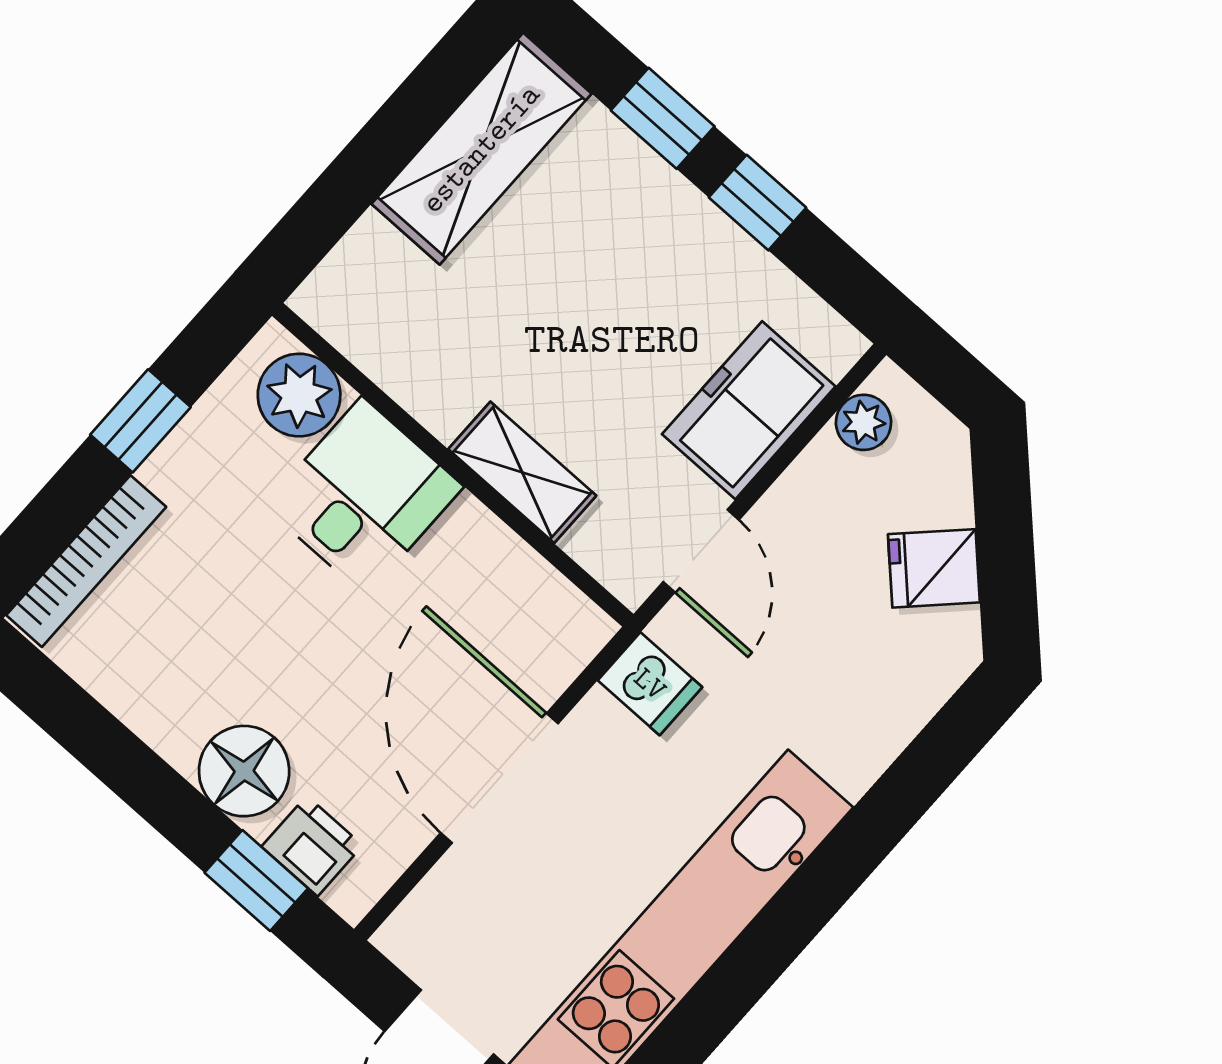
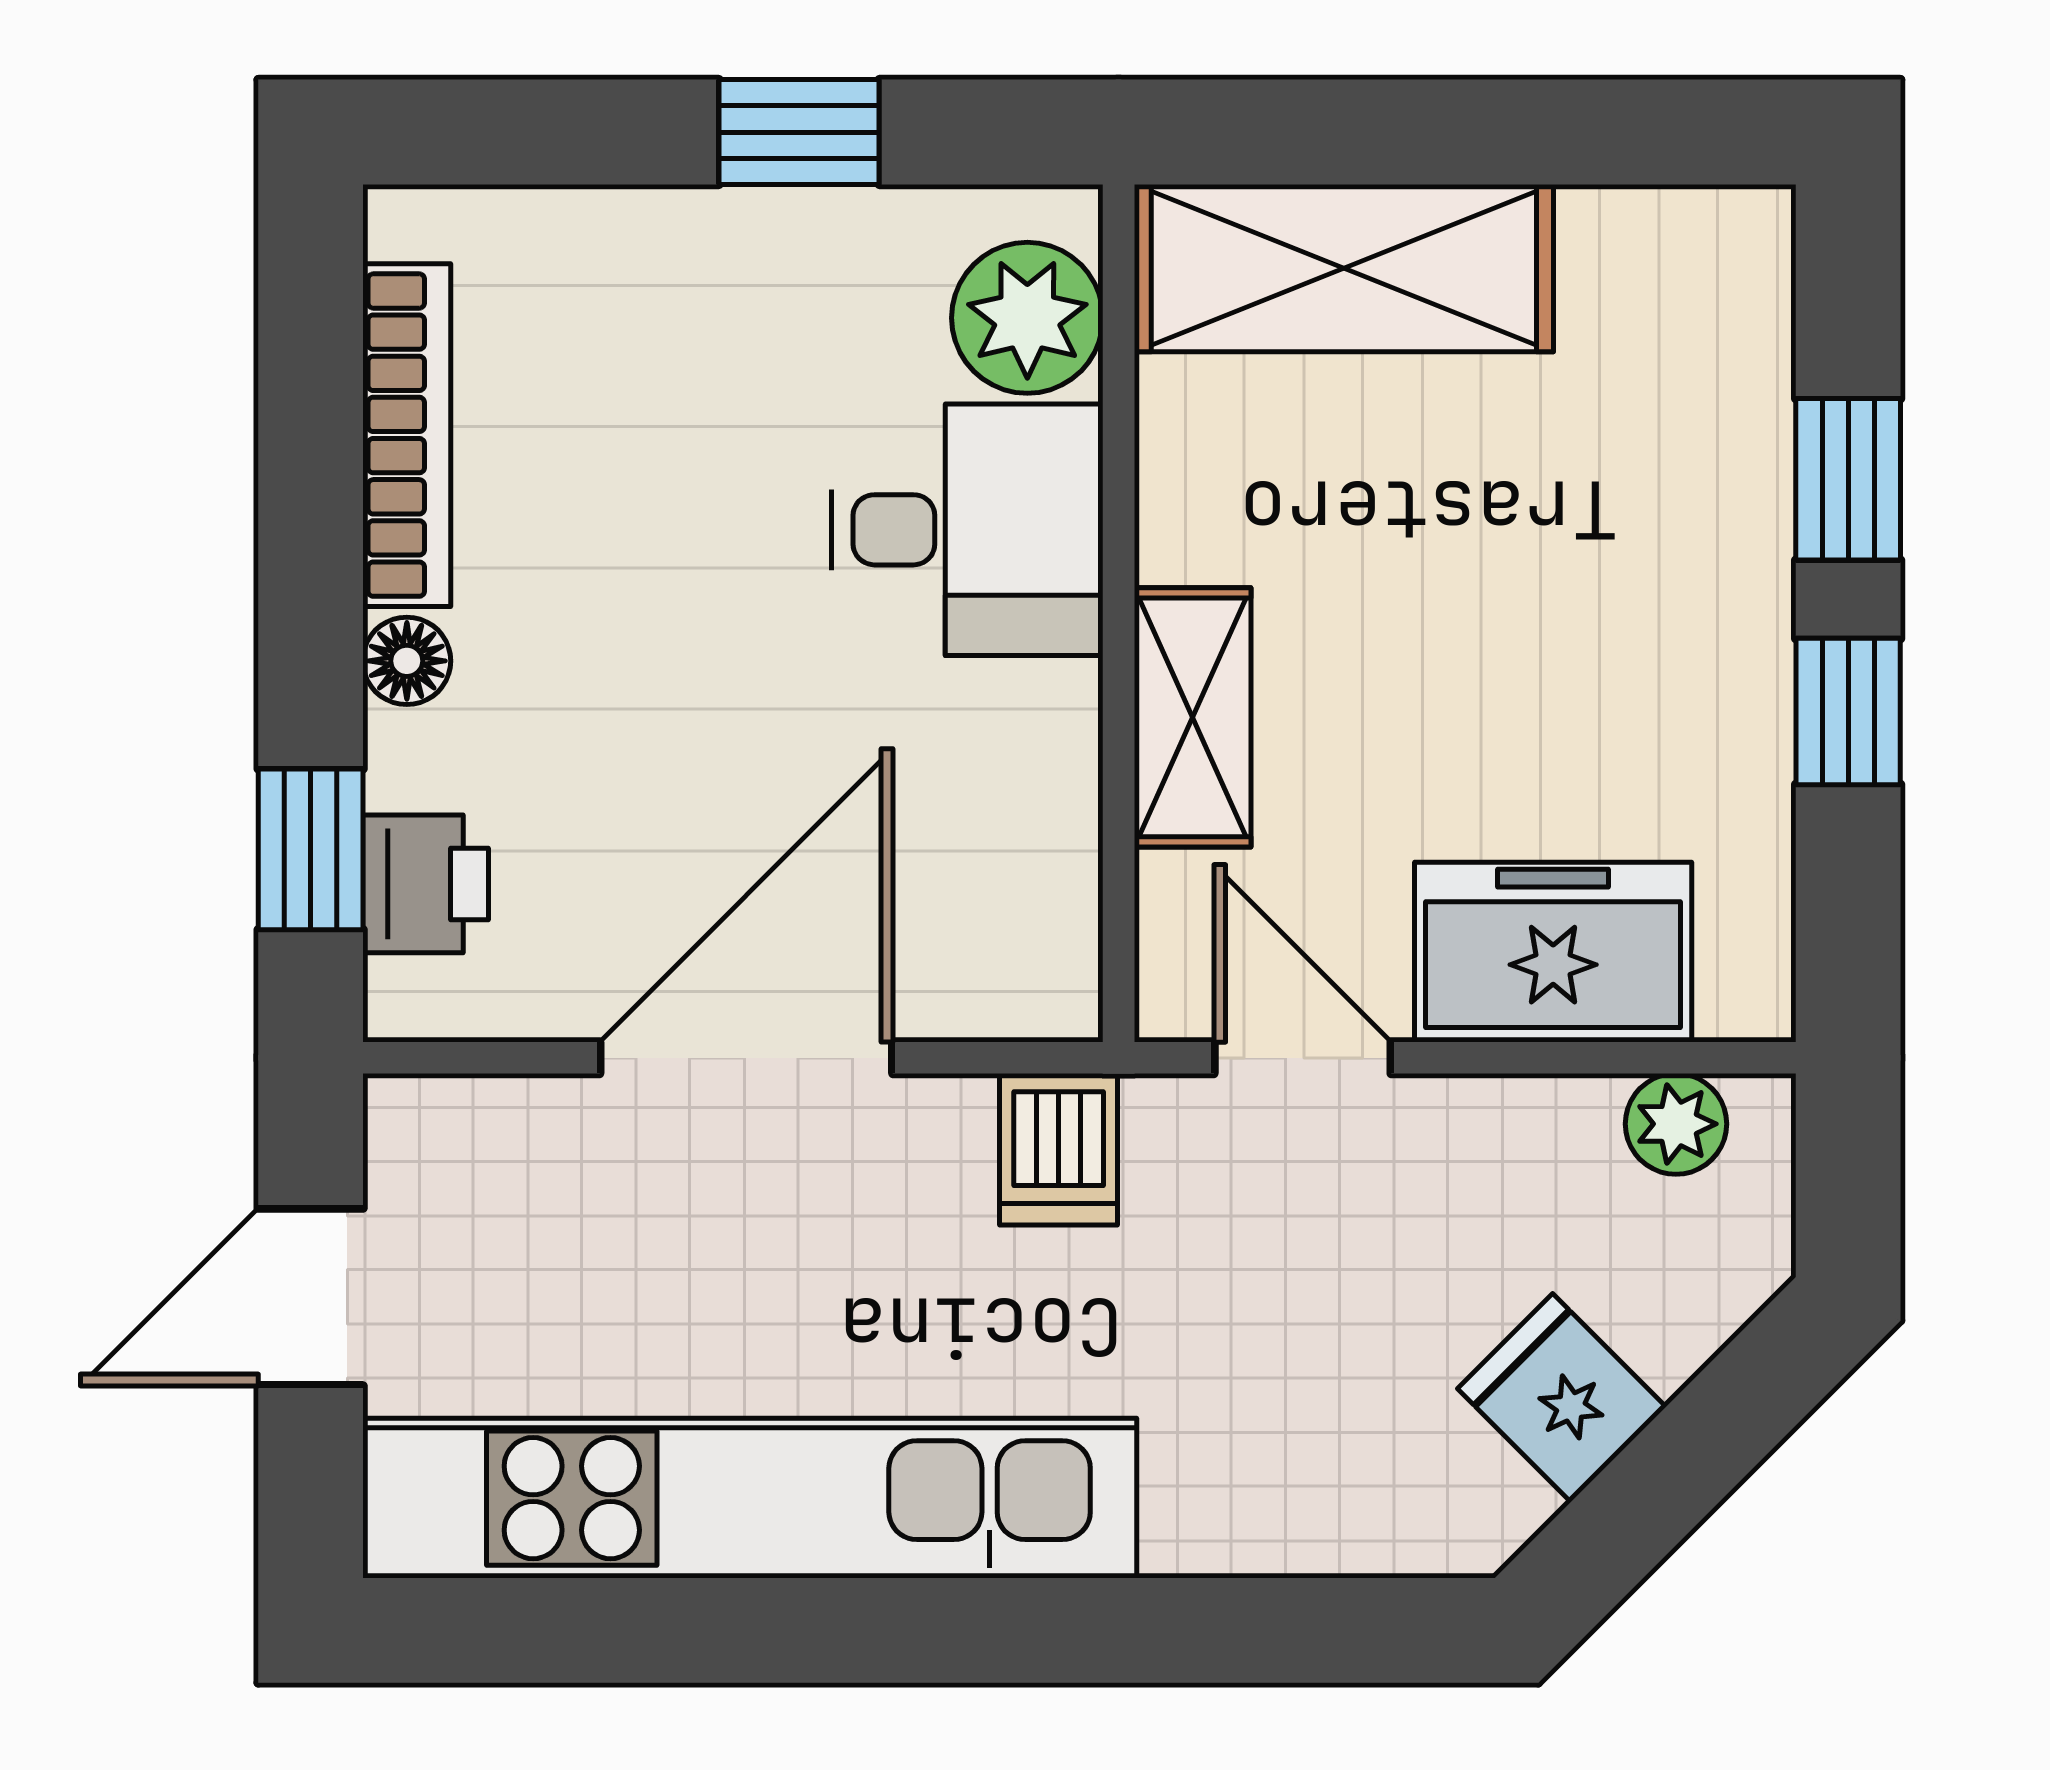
shelving: (481, 149) -> (1344, 268), moved
door: (701, 551) -> (1303, 1058), swing flipped
bookcase: (86, 561) -> (407, 435), moved, turned -90
floor lamp: (244, 771) -> (407, 661), width x0.53, depth x0.53

